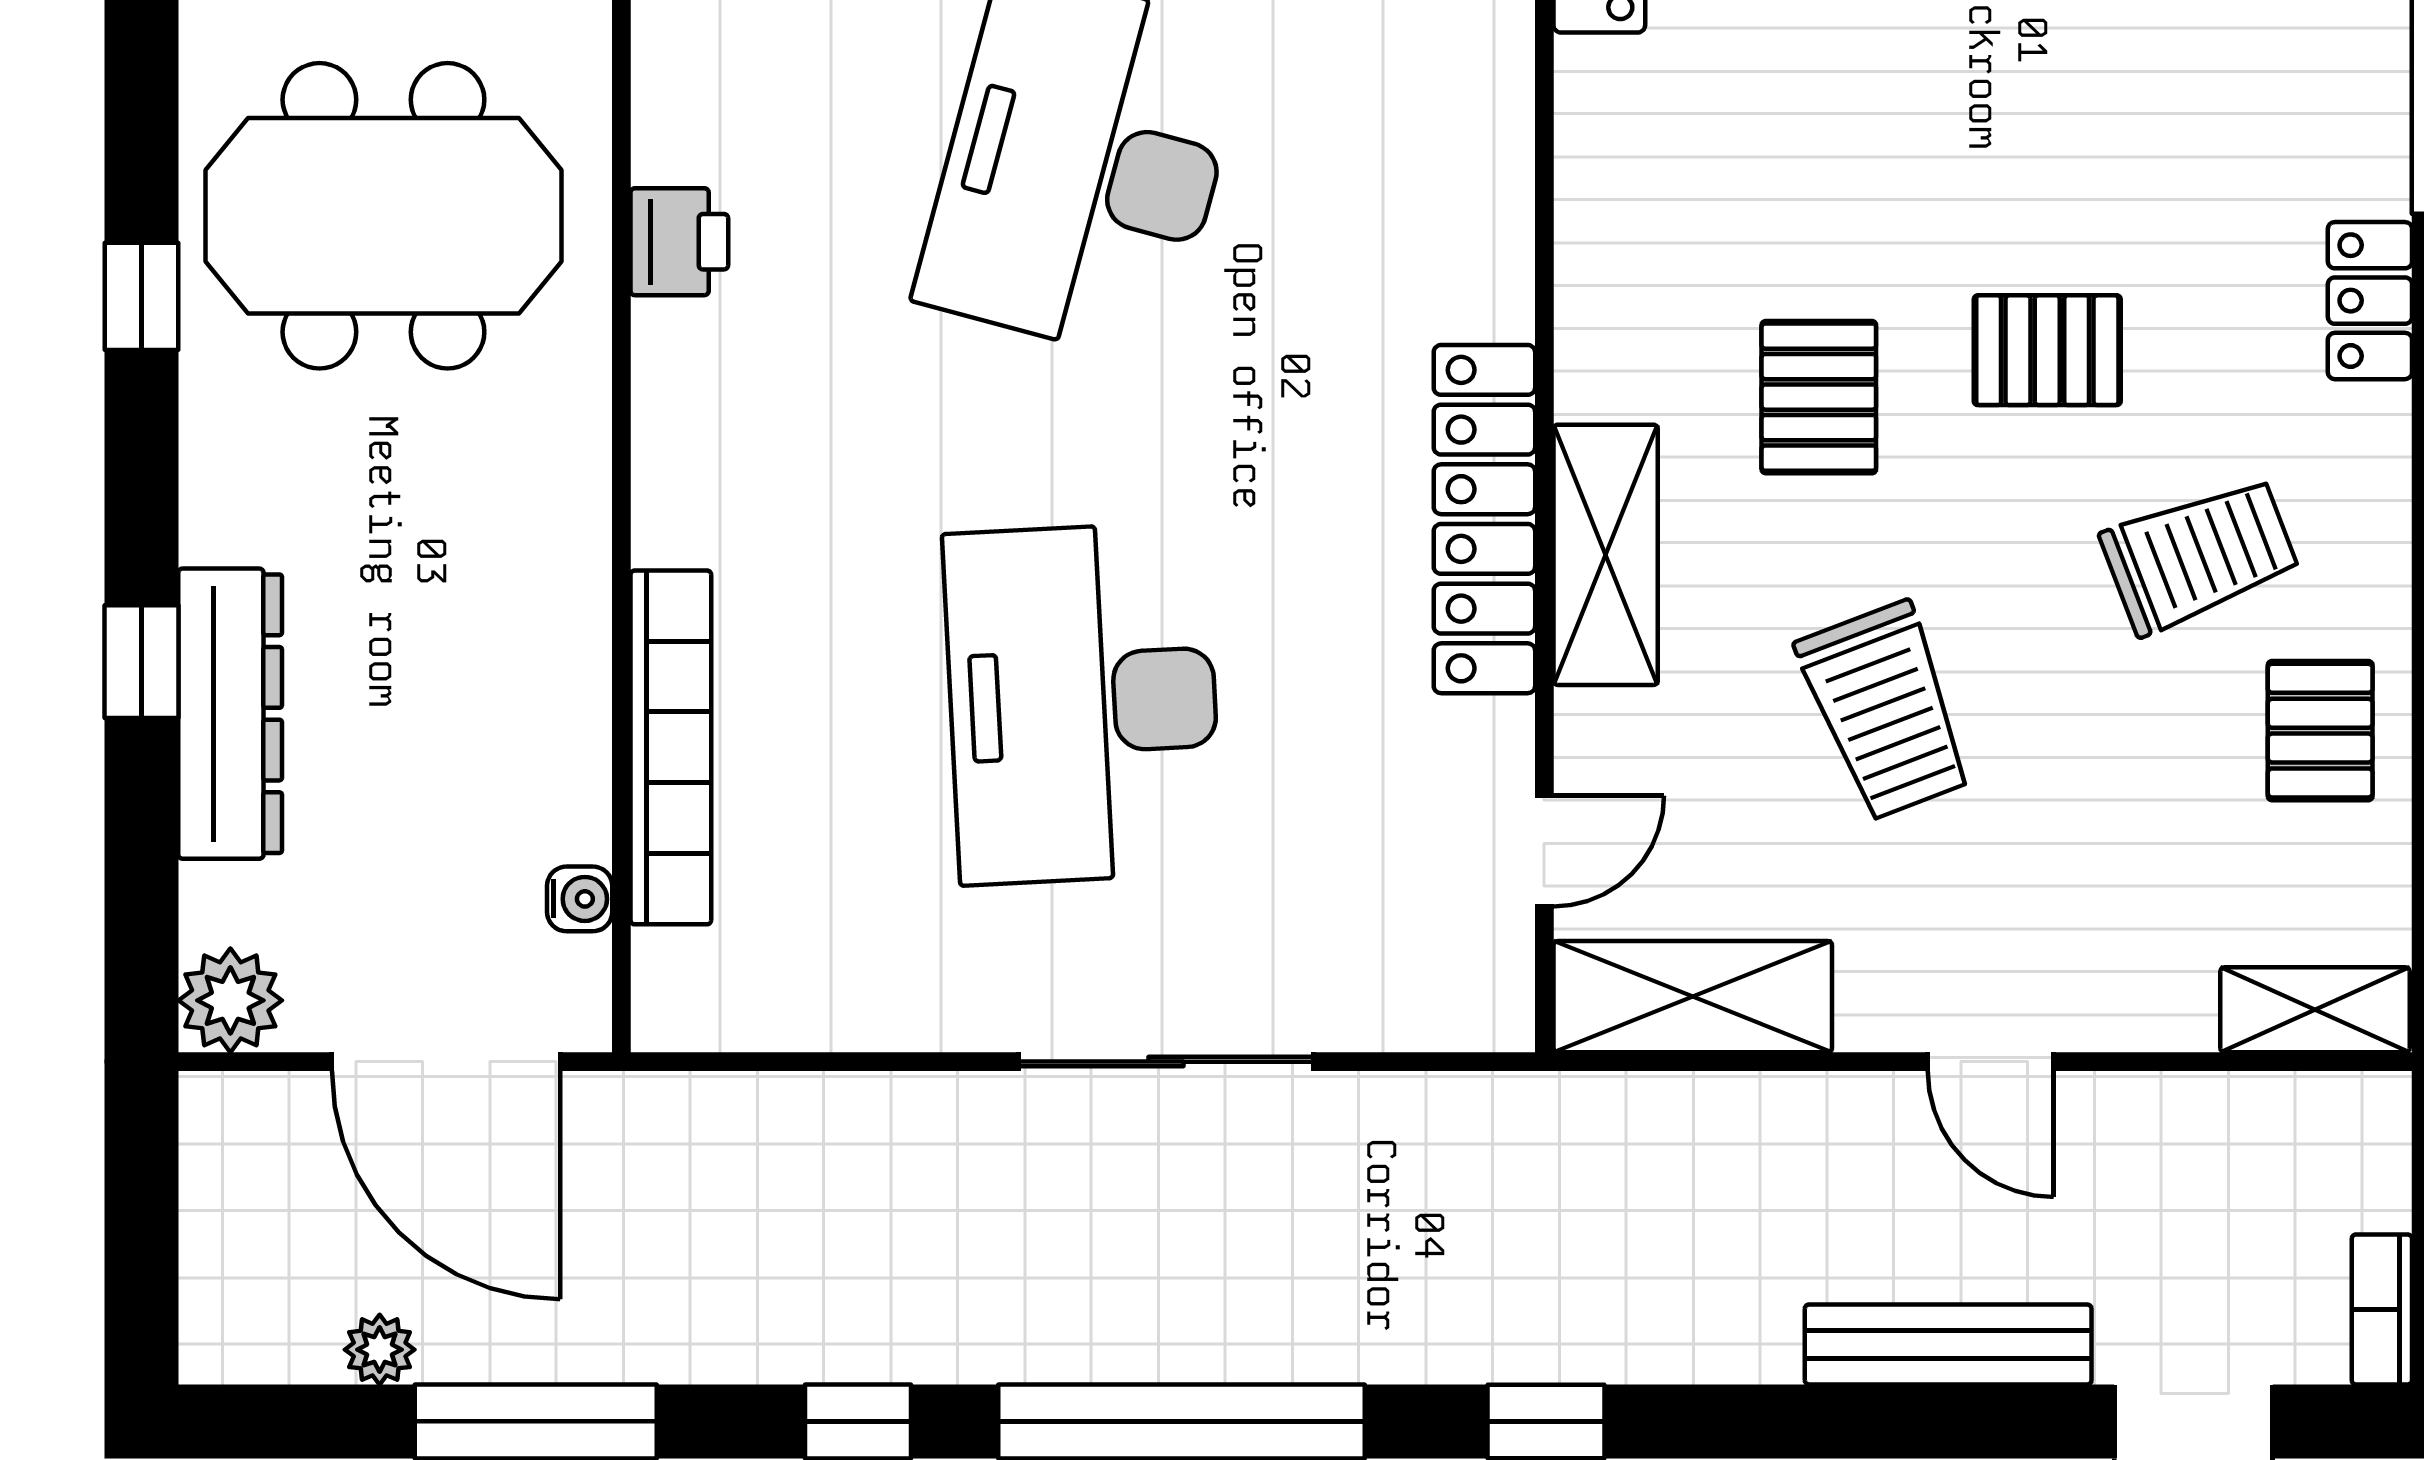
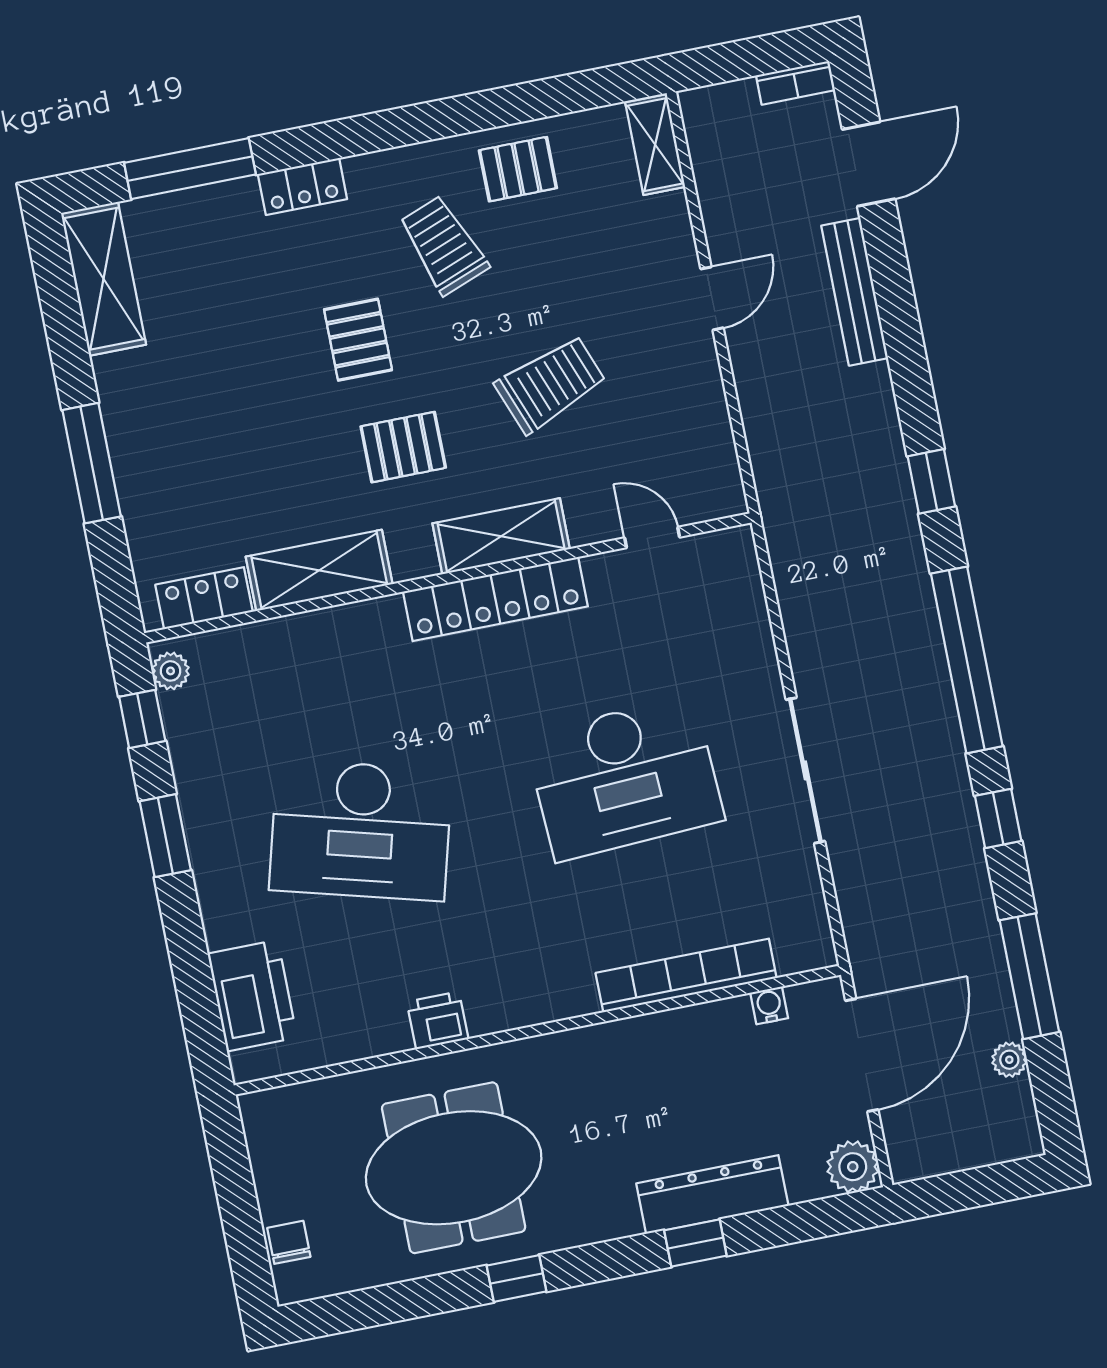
meeting table: (383, 216) -> (454, 1168), turned 90
shelving: (1693, 997) -> (319, 570), moved, turned 90
sliding door: (1166, 1062) -> (805, 770), moved

